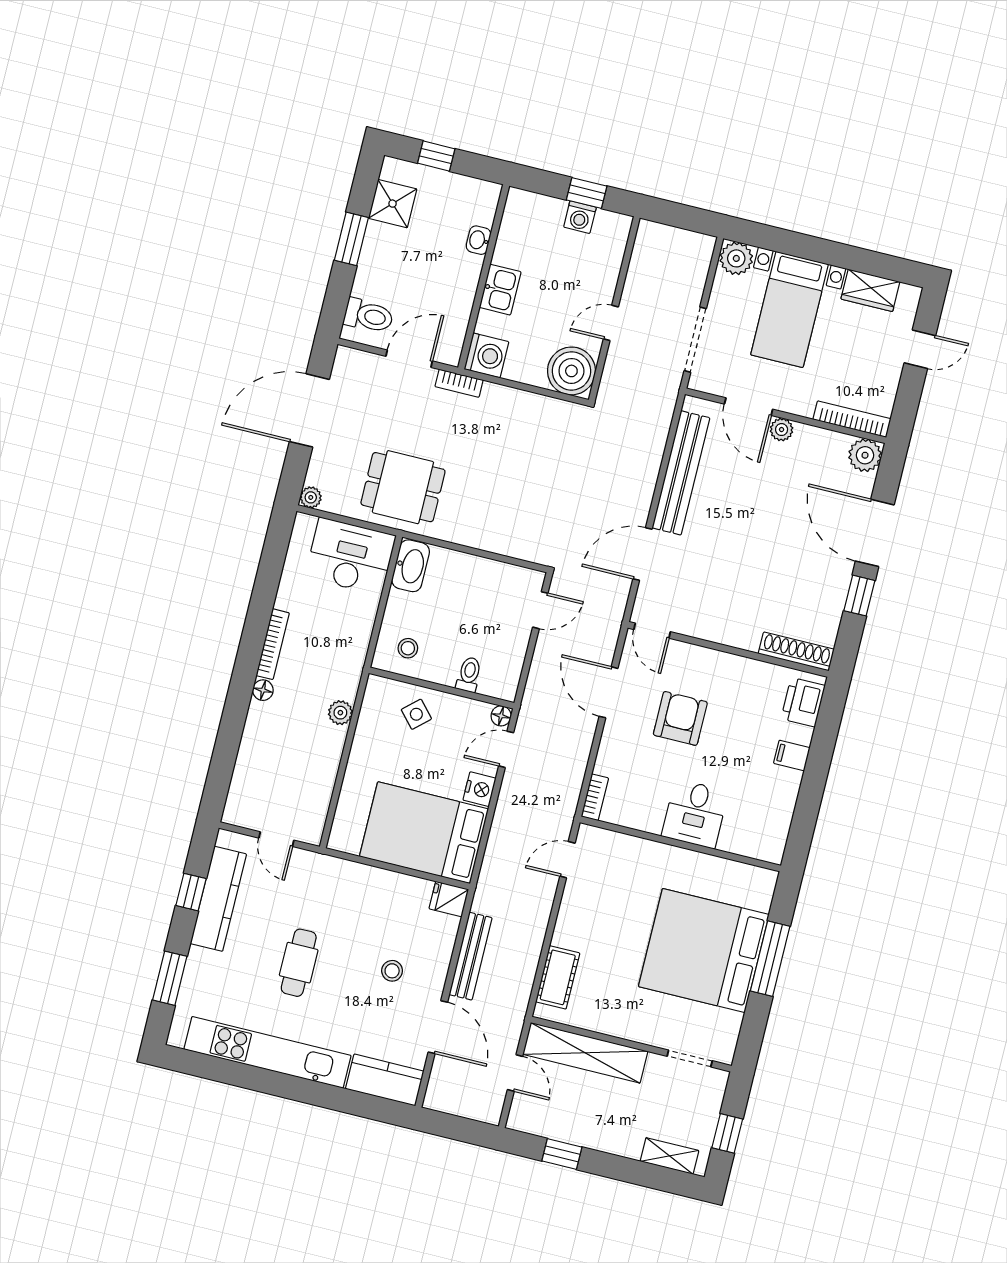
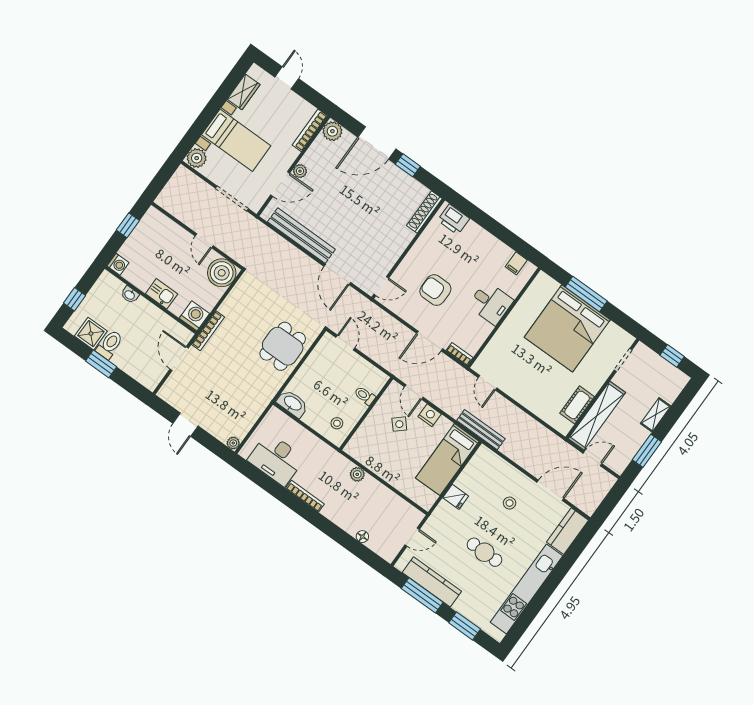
washing machine: (580, 217) -> (118, 264), moved
toilet: (369, 316) -> (110, 345), moved
bookcase: (459, 383) -> (208, 331), width x1.56
door: (309, 410) -> (185, 425), width x0.53
dining table: (403, 487) -> (283, 346), moved
desk: (350, 556) -> (276, 459), moved, turned -90
floor lamp: (263, 690) -> (362, 537), moved
door: (609, 692) -> (430, 341), moved
side table: (416, 714) -> (399, 424), moved
floor lamp: (501, 716) -> (394, 387), removed
filing cabinet: (792, 755) -> (516, 263), moved
bed: (424, 833) -> (447, 460), width x0.67
window: (191, 892) -> (422, 595), width x2.17
fridge: (449, 899) -> (456, 497), moved, turned -90
bench: (471, 956) -> (481, 430), moved
cot: (558, 977) -> (577, 405), moved, turned 90
window: (562, 1154) -> (647, 451), width x1.50
shelving: (669, 1156) -> (656, 415), moved

